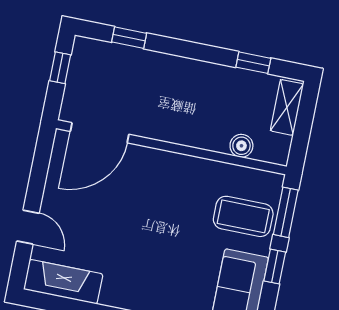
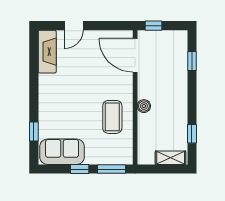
window: (60, 68) -> (154, 26), moved
boiler: (241, 146) -> (144, 106), moved
coffee table: (243, 216) -> (112, 117), moved

